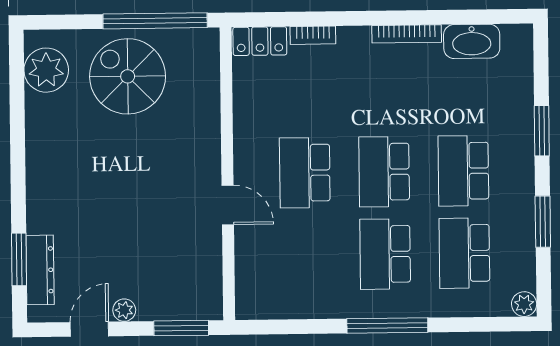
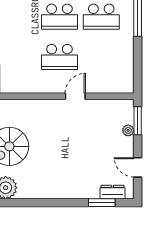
dresser: (40, 270) -> (113, 192), width x0.70
plant: (124, 310) -> (128, 130), moved

